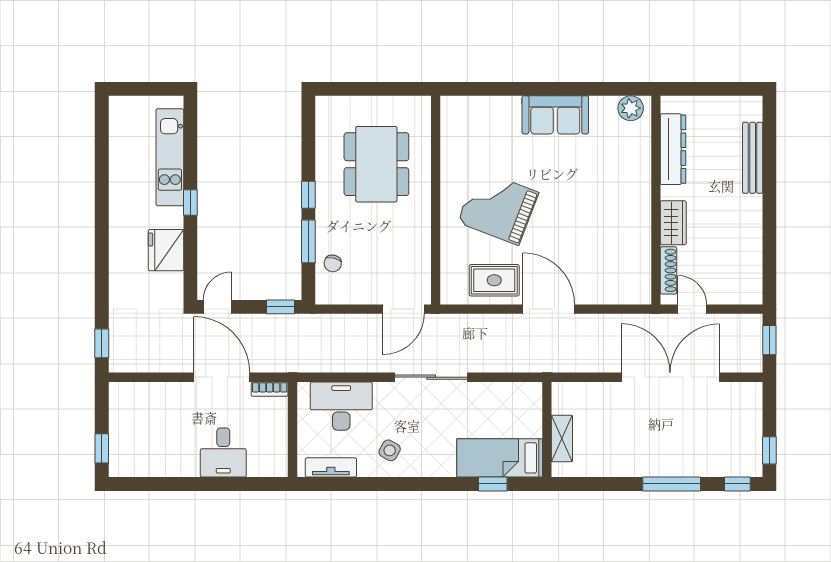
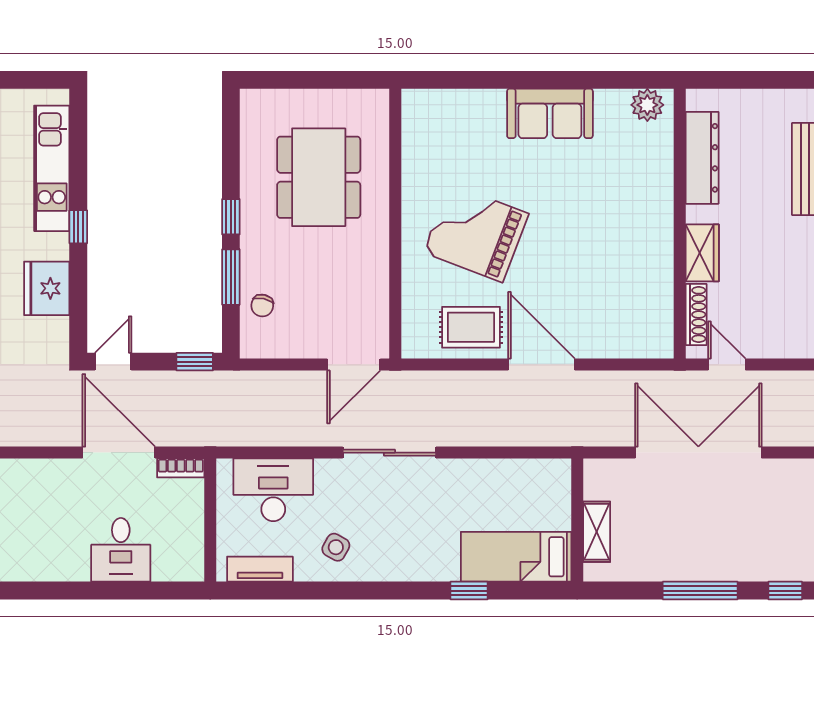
wall: (547, 429) -> (577, 520), moved
shelving: (562, 438) -> (597, 532), moved
bed: (500, 458) -> (516, 557), moved

